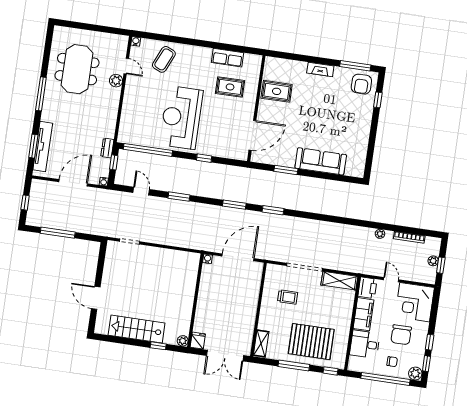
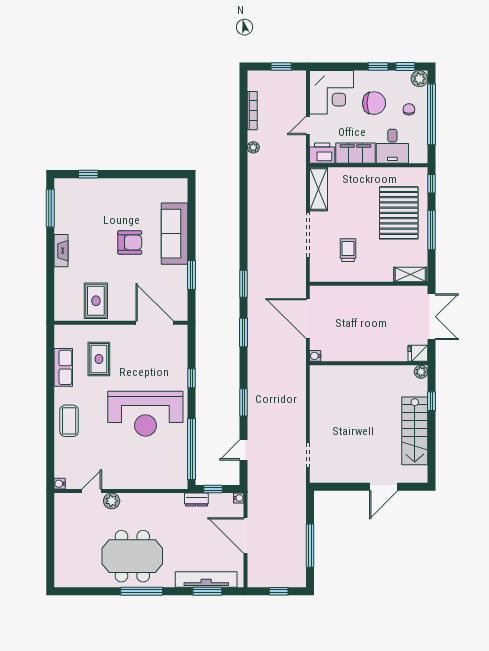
coffee table: (164, 59) -> (69, 421), moved, turned 66
meeting table: (77, 69) -> (132, 556), moved
armchair: (361, 84) -> (130, 242), moved
plant: (433, 261) -> (277, 77), removed

